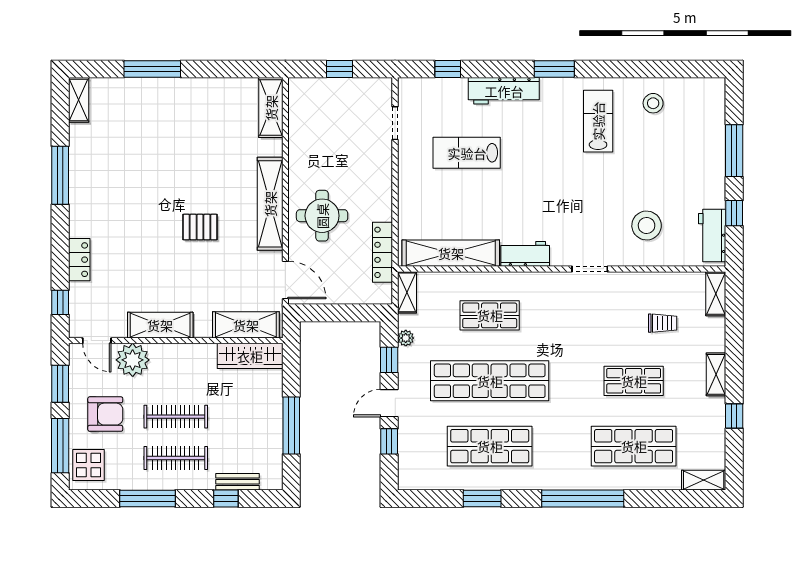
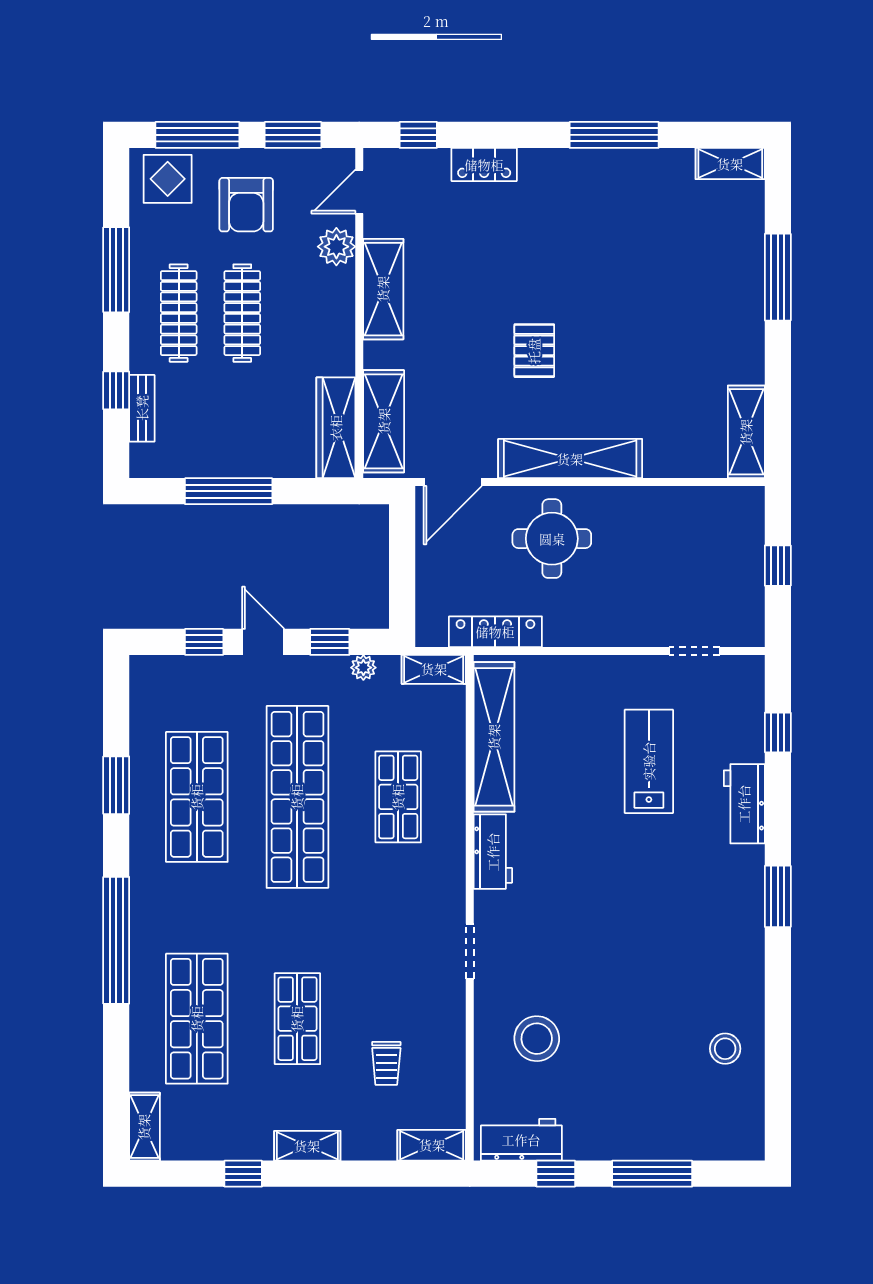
workbench: (504, 91) -> (744, 804), width x0.73
shelving: (271, 108) -> (746, 432), moved, turned 90
lab bench: (598, 121) -> (698, 964), removed
plant: (133, 360) -> (336, 247), width x0.73, depth x0.73

